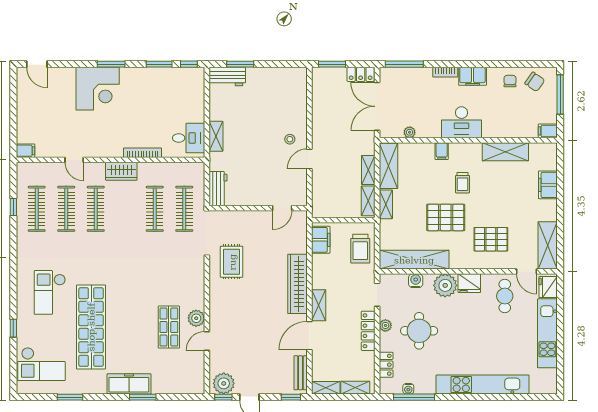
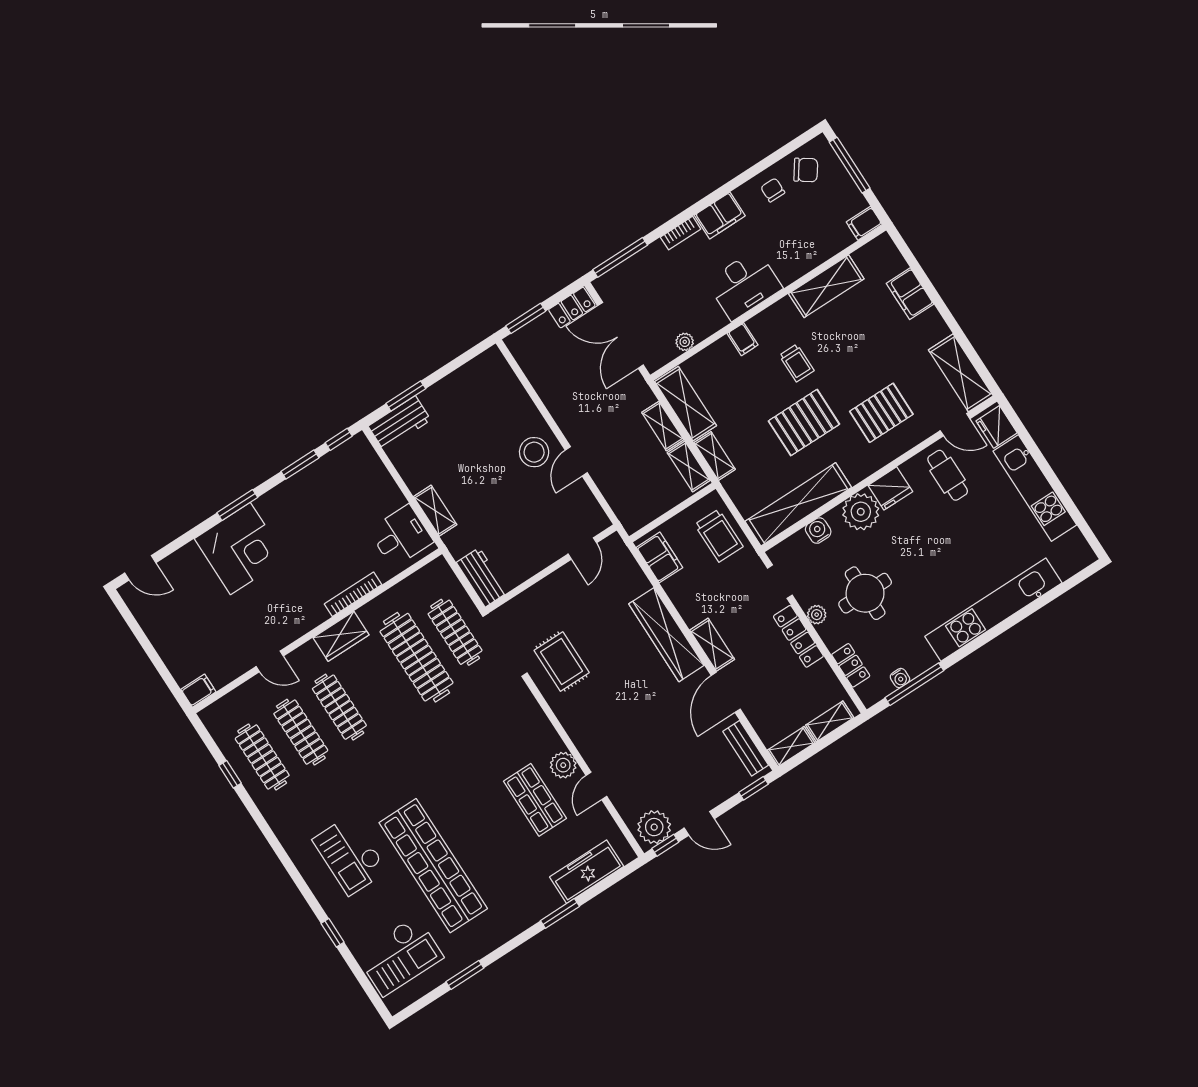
stool: (290, 139) -> (534, 452), width x1.89, depth x1.89
clothes rail: (155, 209) -> (416, 657), width x1.37, depth x1.31
freezer: (129, 384) -> (587, 872), moved

